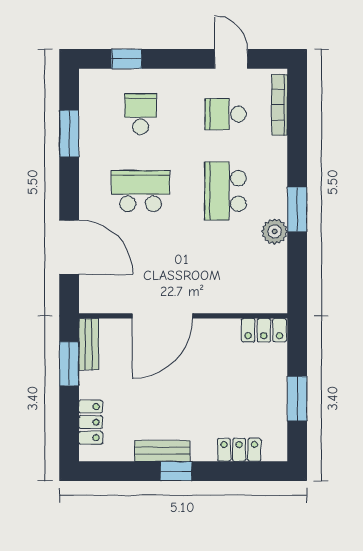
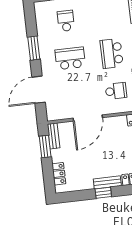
school desk: (226, 114) -> (116, 91), moved, turned 180
window: (69, 133) -> (34, 48), moved
door: (69, 247) -> (39, 90), swing flipped
bench: (162, 451) -> (107, 182), moved

